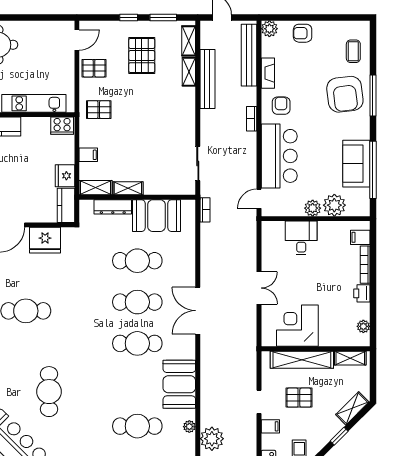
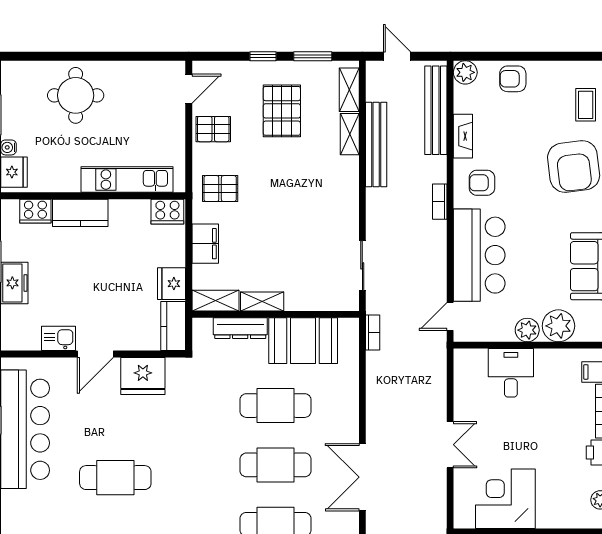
armchair: (281, 106) -> (482, 183), turned -90
filing cabinet: (88, 155) -> (205, 244), width x2.00

